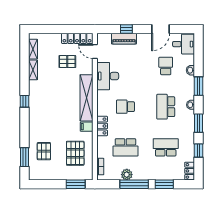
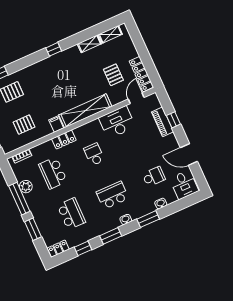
pallet: (75, 153) -> (24, 125), width x0.67, depth x0.71

